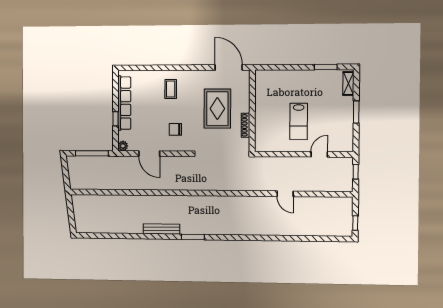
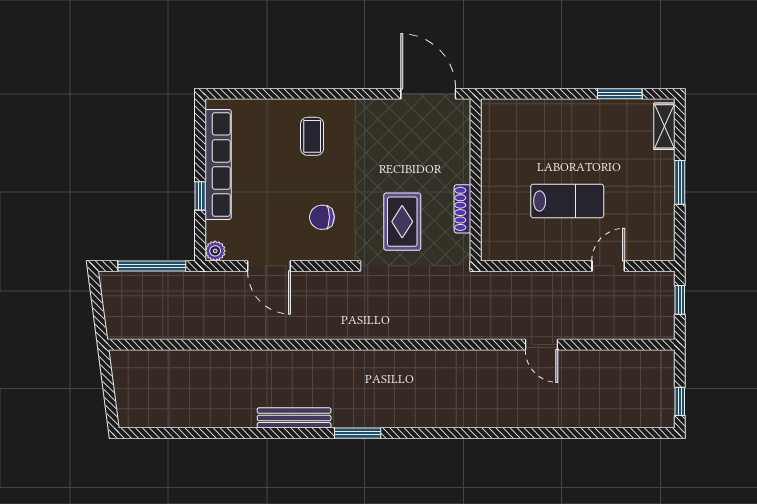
rug: (217, 109) -> (402, 222), moved, width x0.73, depth x0.70
lab bench: (299, 121) -> (567, 201), turned -90

